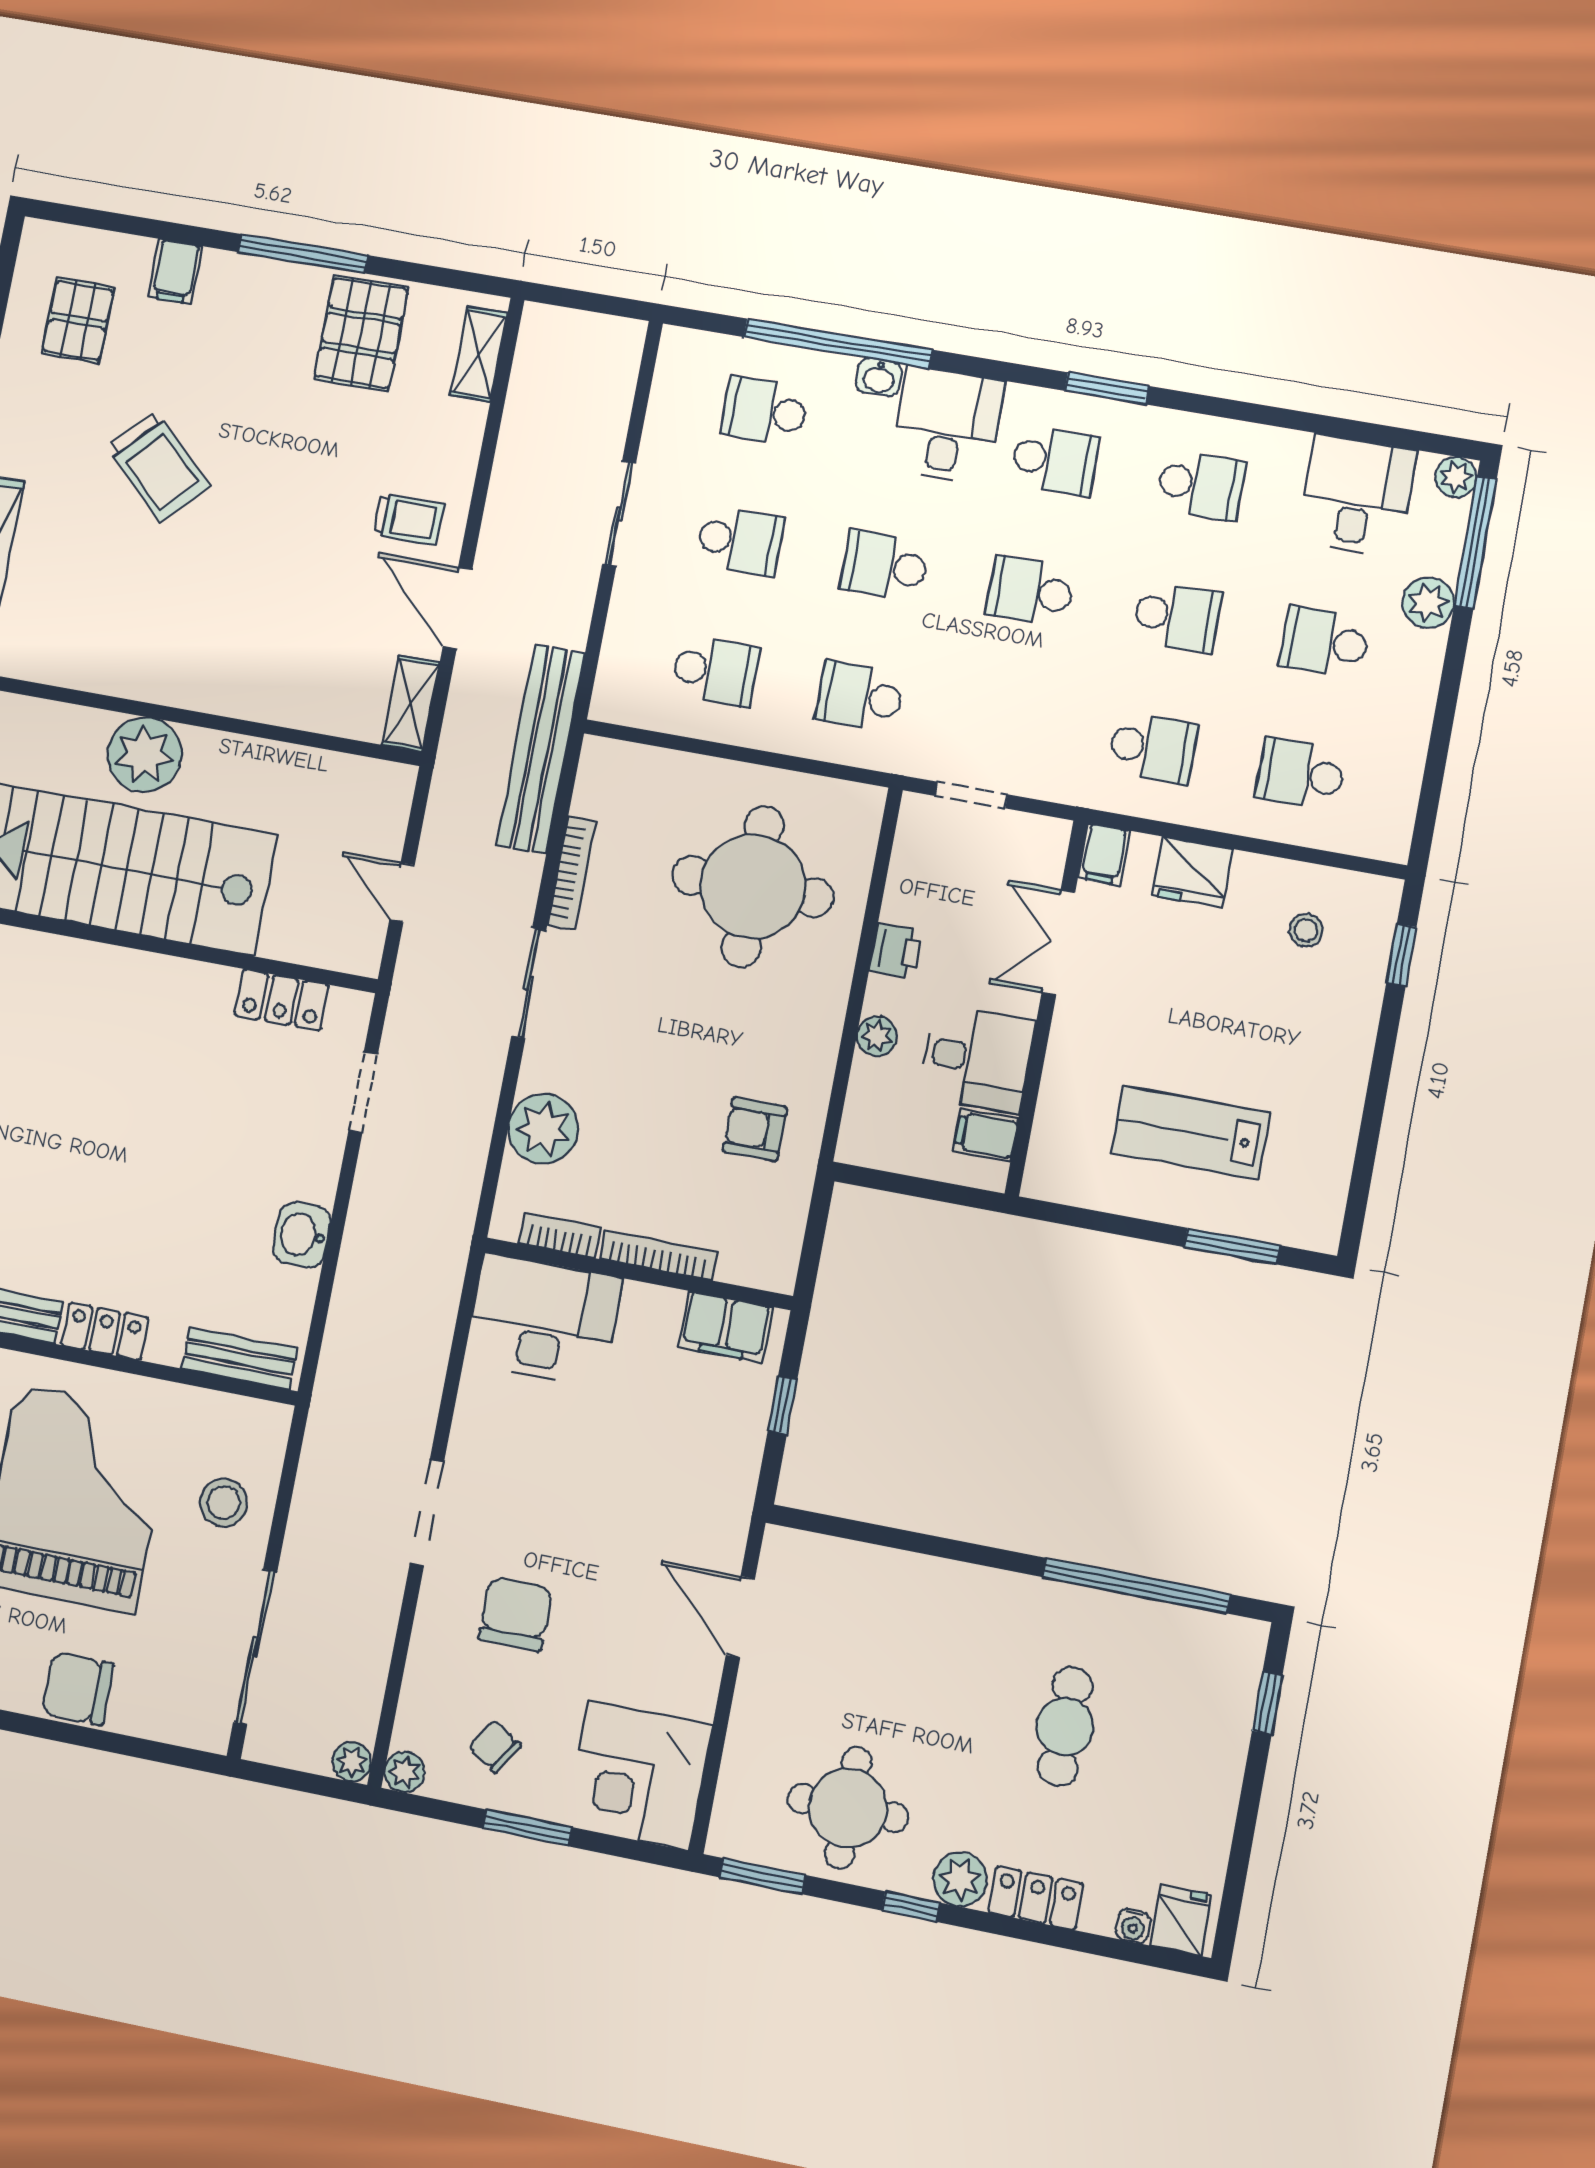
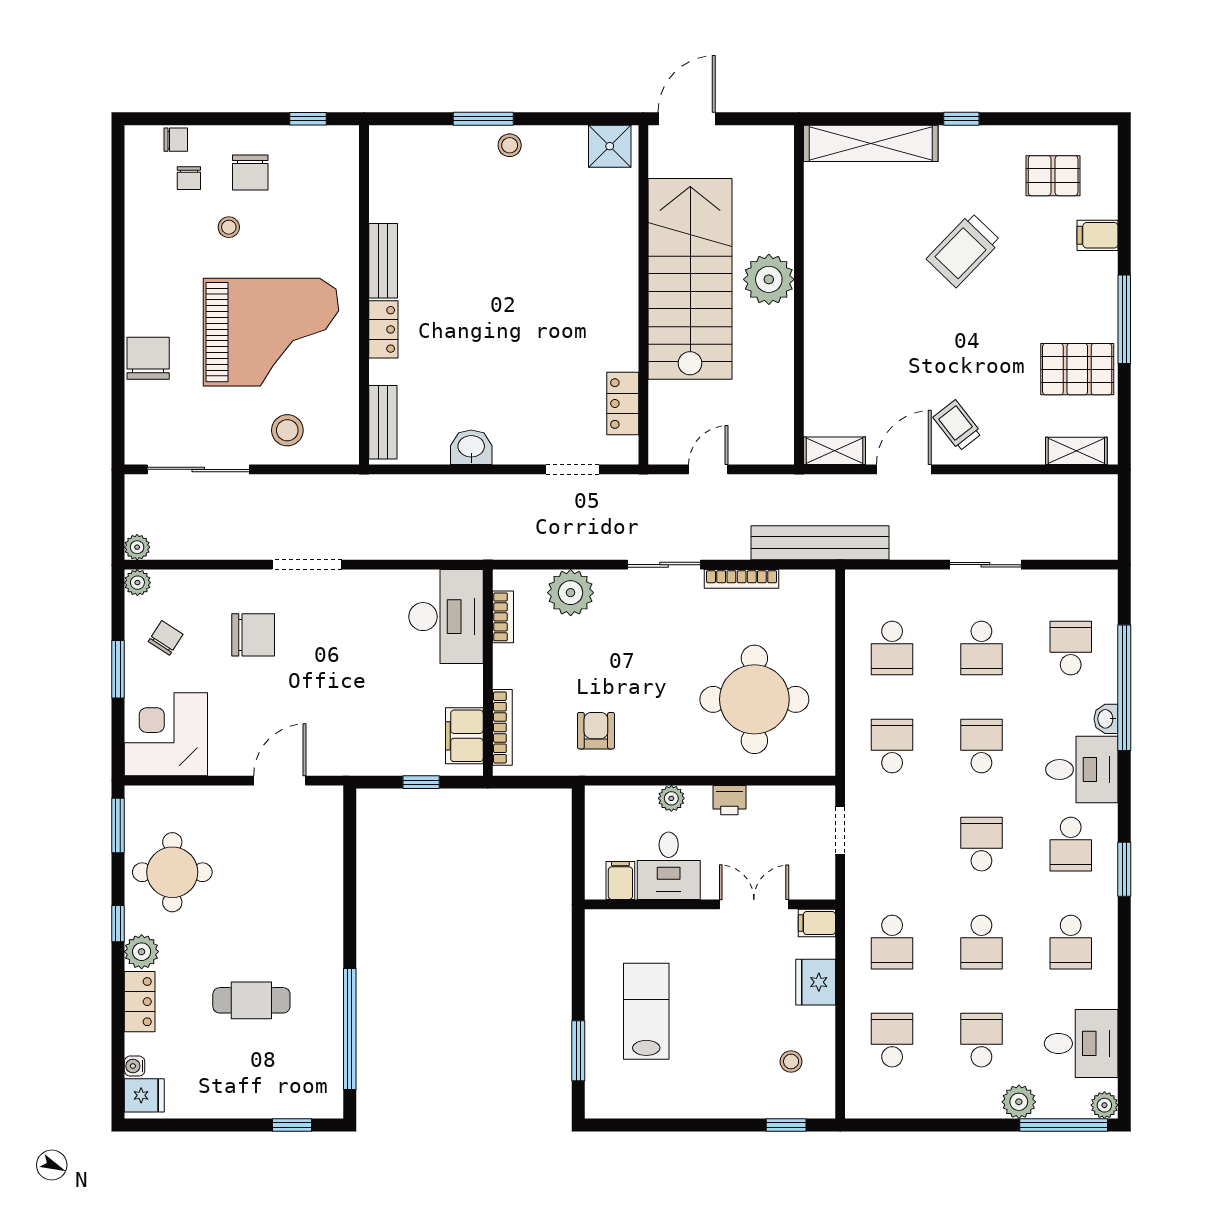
trolley: (409, 519) -> (957, 425), turned 142
bookcase: (658, 1255) -> (502, 727), moved

